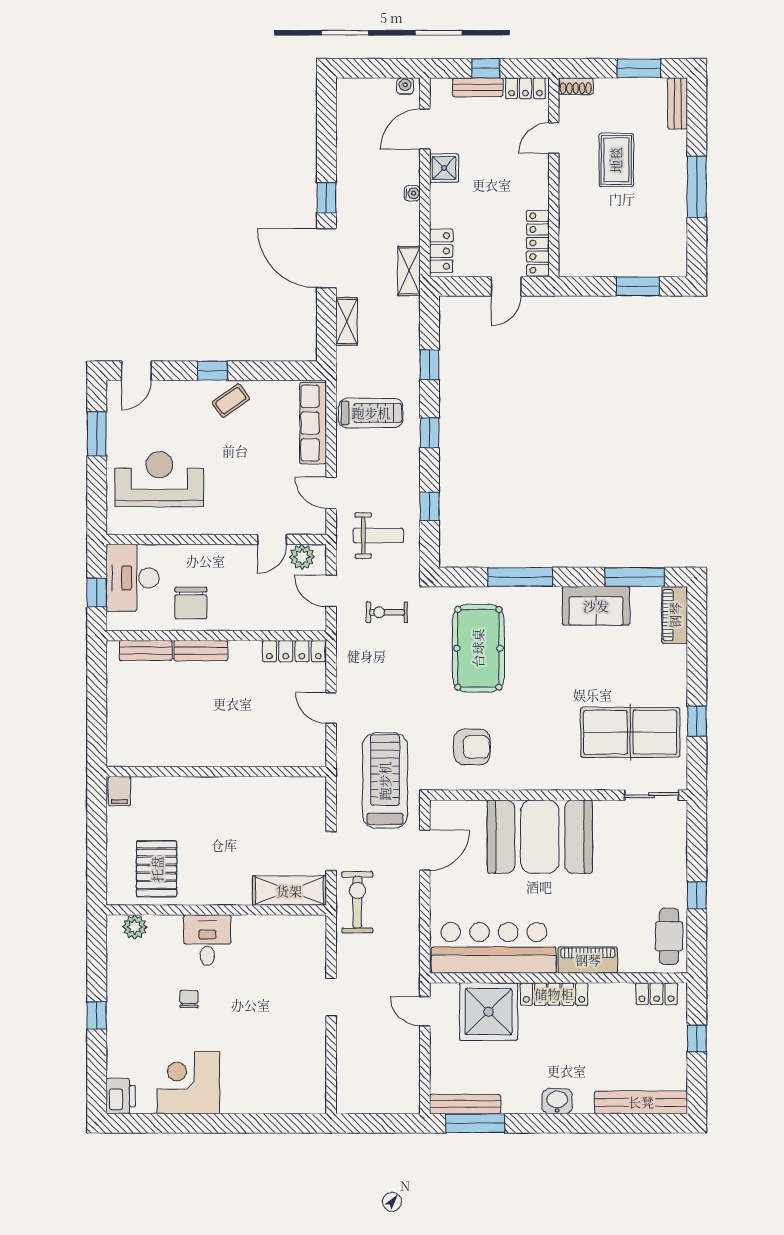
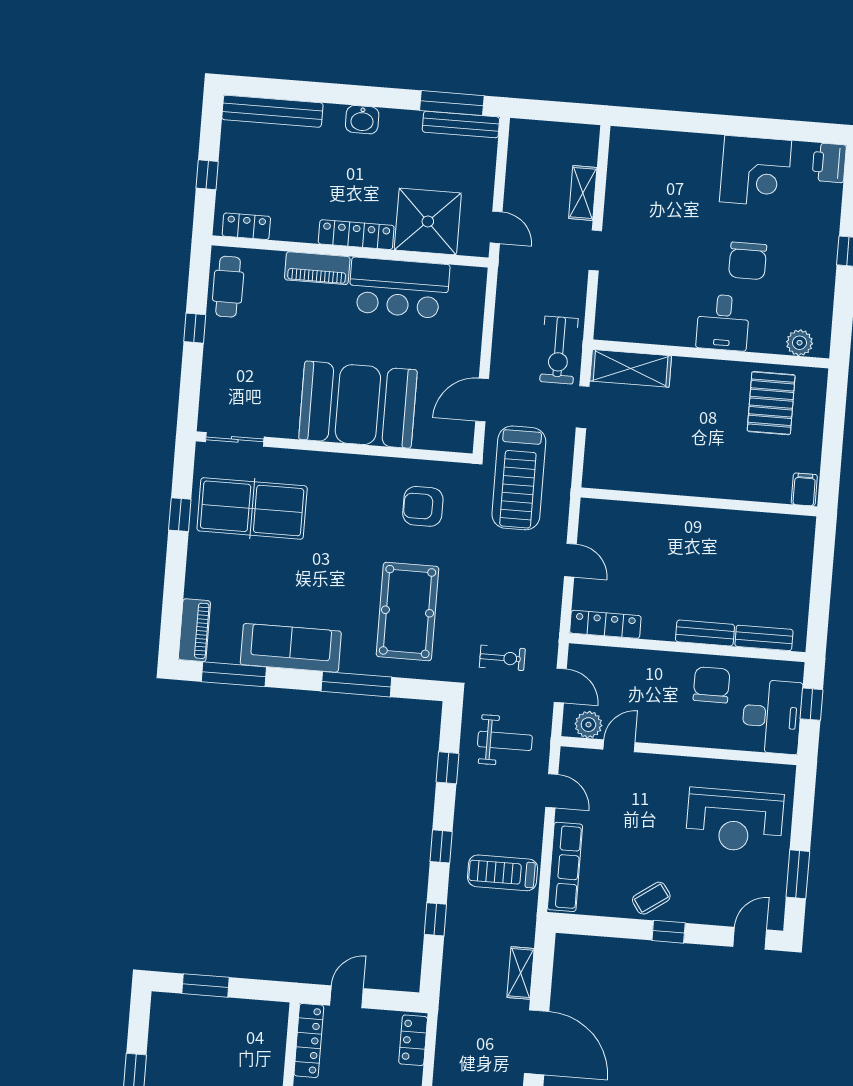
shelving: (409, 271) -> (583, 193), moved
weight bench: (378, 536) -> (505, 741), turned 180
sofa: (596, 606) -> (291, 648), width x1.36
bar counter: (494, 948) -> (399, 288), width x0.73
chair: (189, 999) -> (748, 261), width x1.87, depth x1.87

